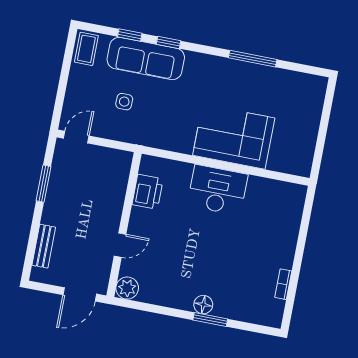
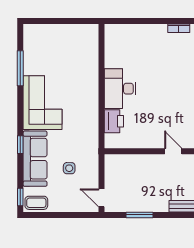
window: (130, 35) -> (20, 197), moved
window: (253, 59) -> (20, 68), moved
corner sofa: (234, 137) -> (43, 103), moved, turned 180
printer: (148, 192) -> (114, 121), moved, turned 90

